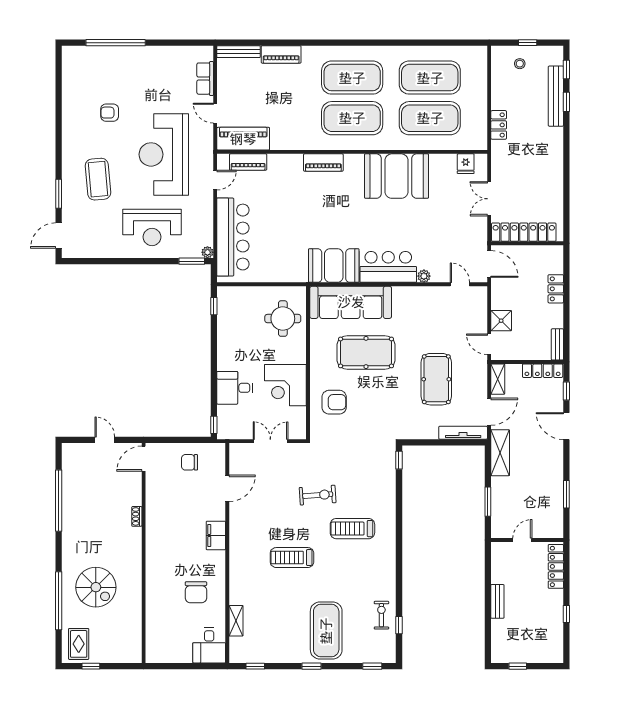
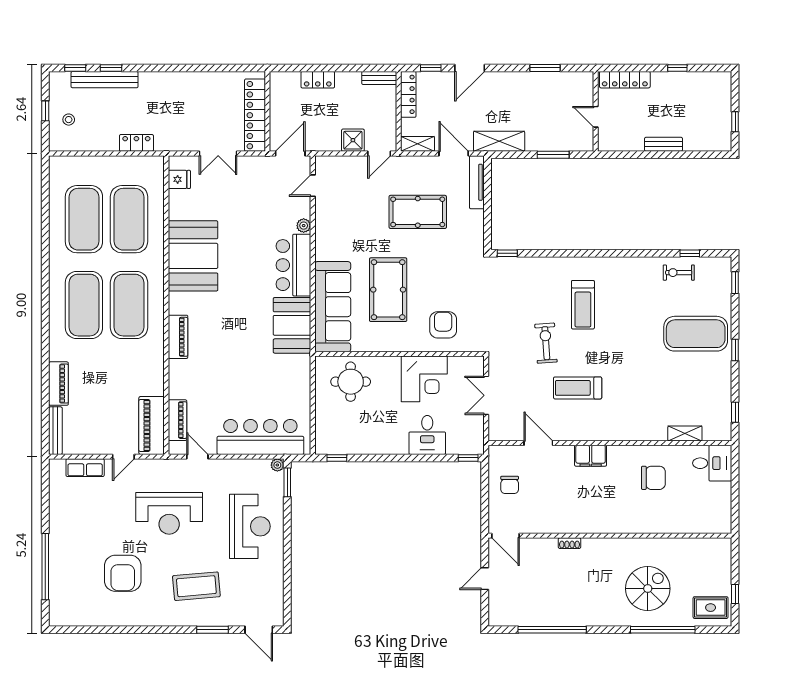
armchair: (110, 113) -> (123, 573), width x1.88, depth x1.88
reception desk: (164, 154) -> (169, 513), width x0.74, depth x0.77
treadmill: (292, 558) -> (578, 388), moved, turned 90

